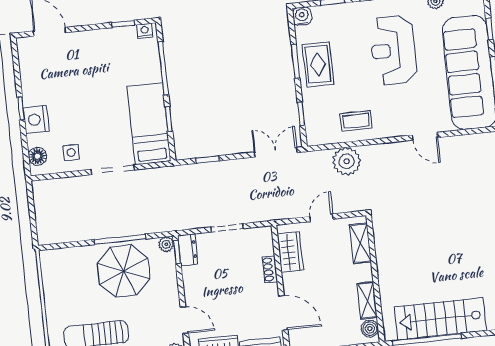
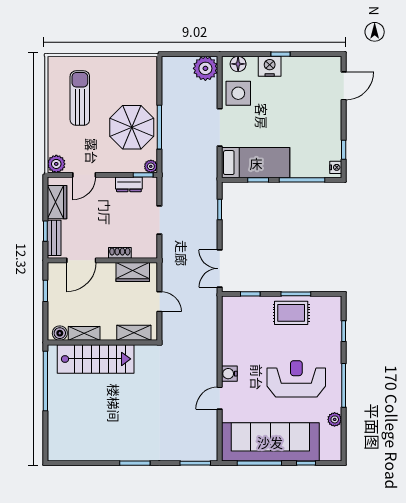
water cooler: (302, 16) -> (229, 374), moved, turned 180
coffee table: (356, 121) -> (239, 340), removed
side table: (71, 152) -> (238, 93), width x1.87, depth x1.87
double door: (276, 152) -> (220, 269), swing flipped
plant: (347, 161) -> (205, 68), moved
dresser: (188, 250) -> (129, 184), moved
stairs: (440, 319) -> (96, 359), moved, turned 90

